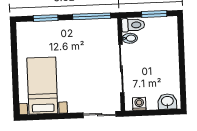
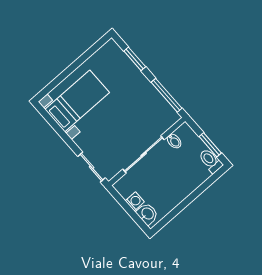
toilet: (133, 25) -> (211, 161), moved, turned 180
washing machine: (139, 104) -> (135, 201), moved

